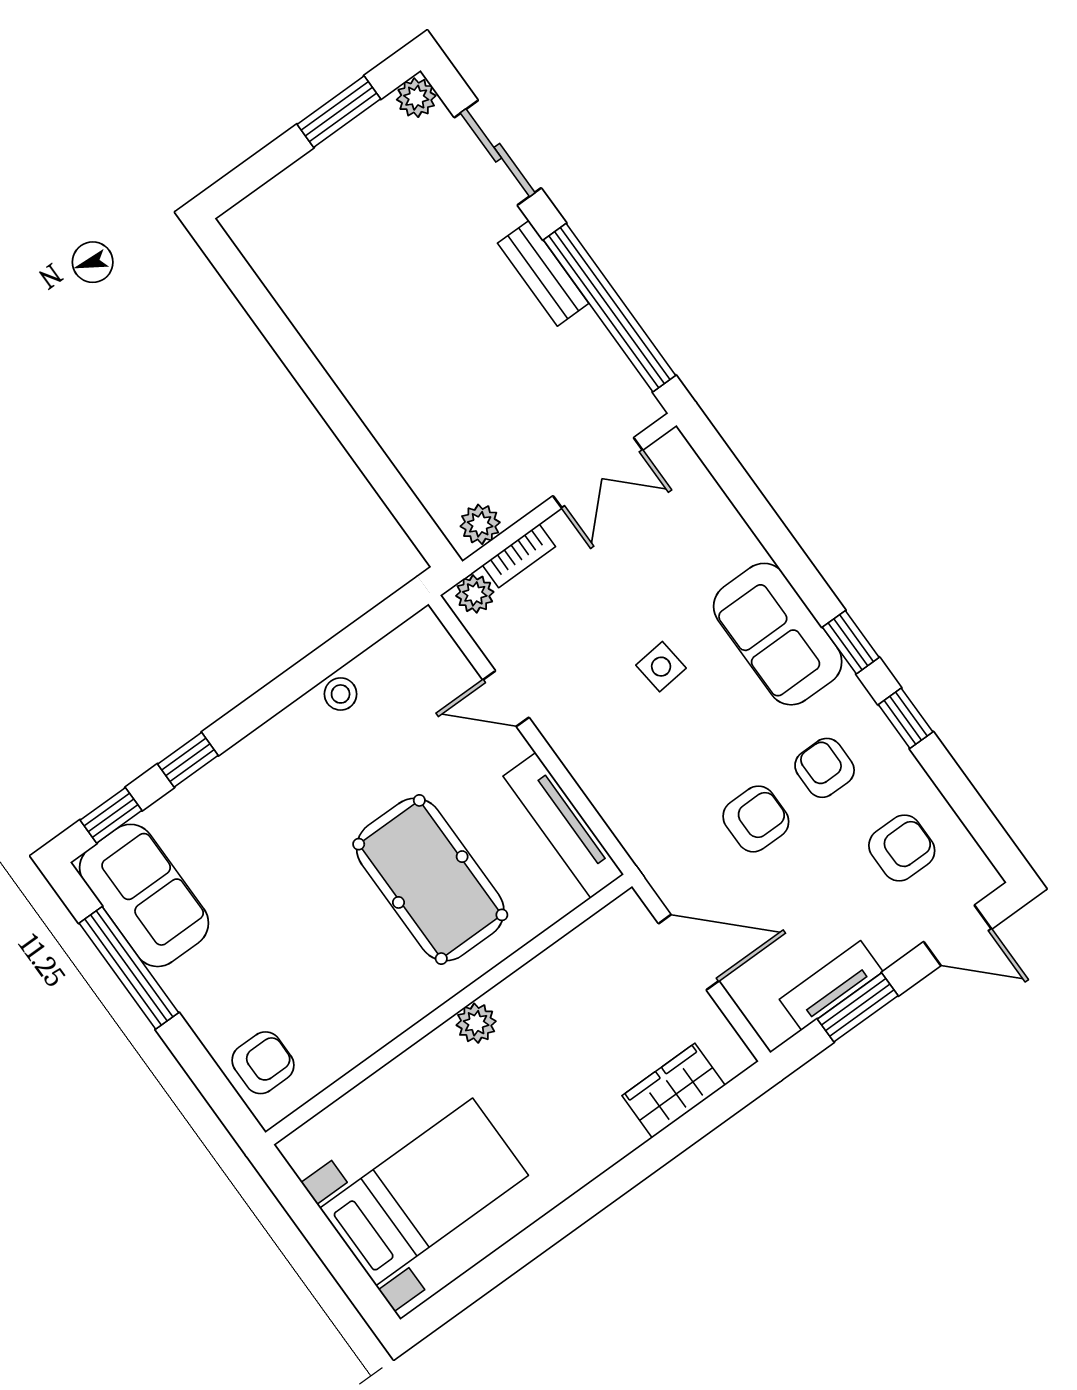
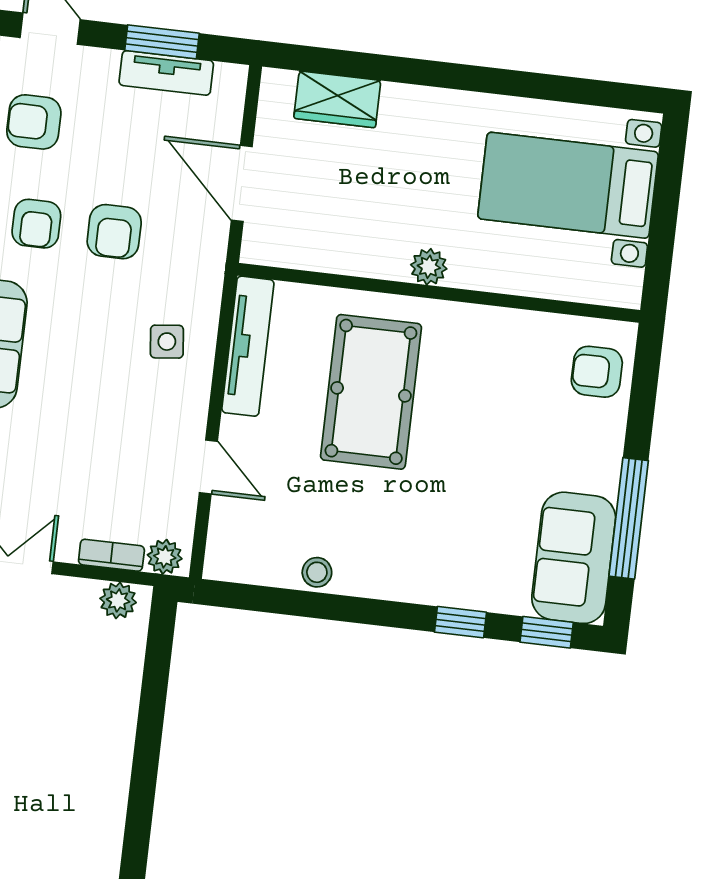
side table: (661, 667) -> (167, 342), moved
armchair: (756, 819) -> (114, 232), turned -90

